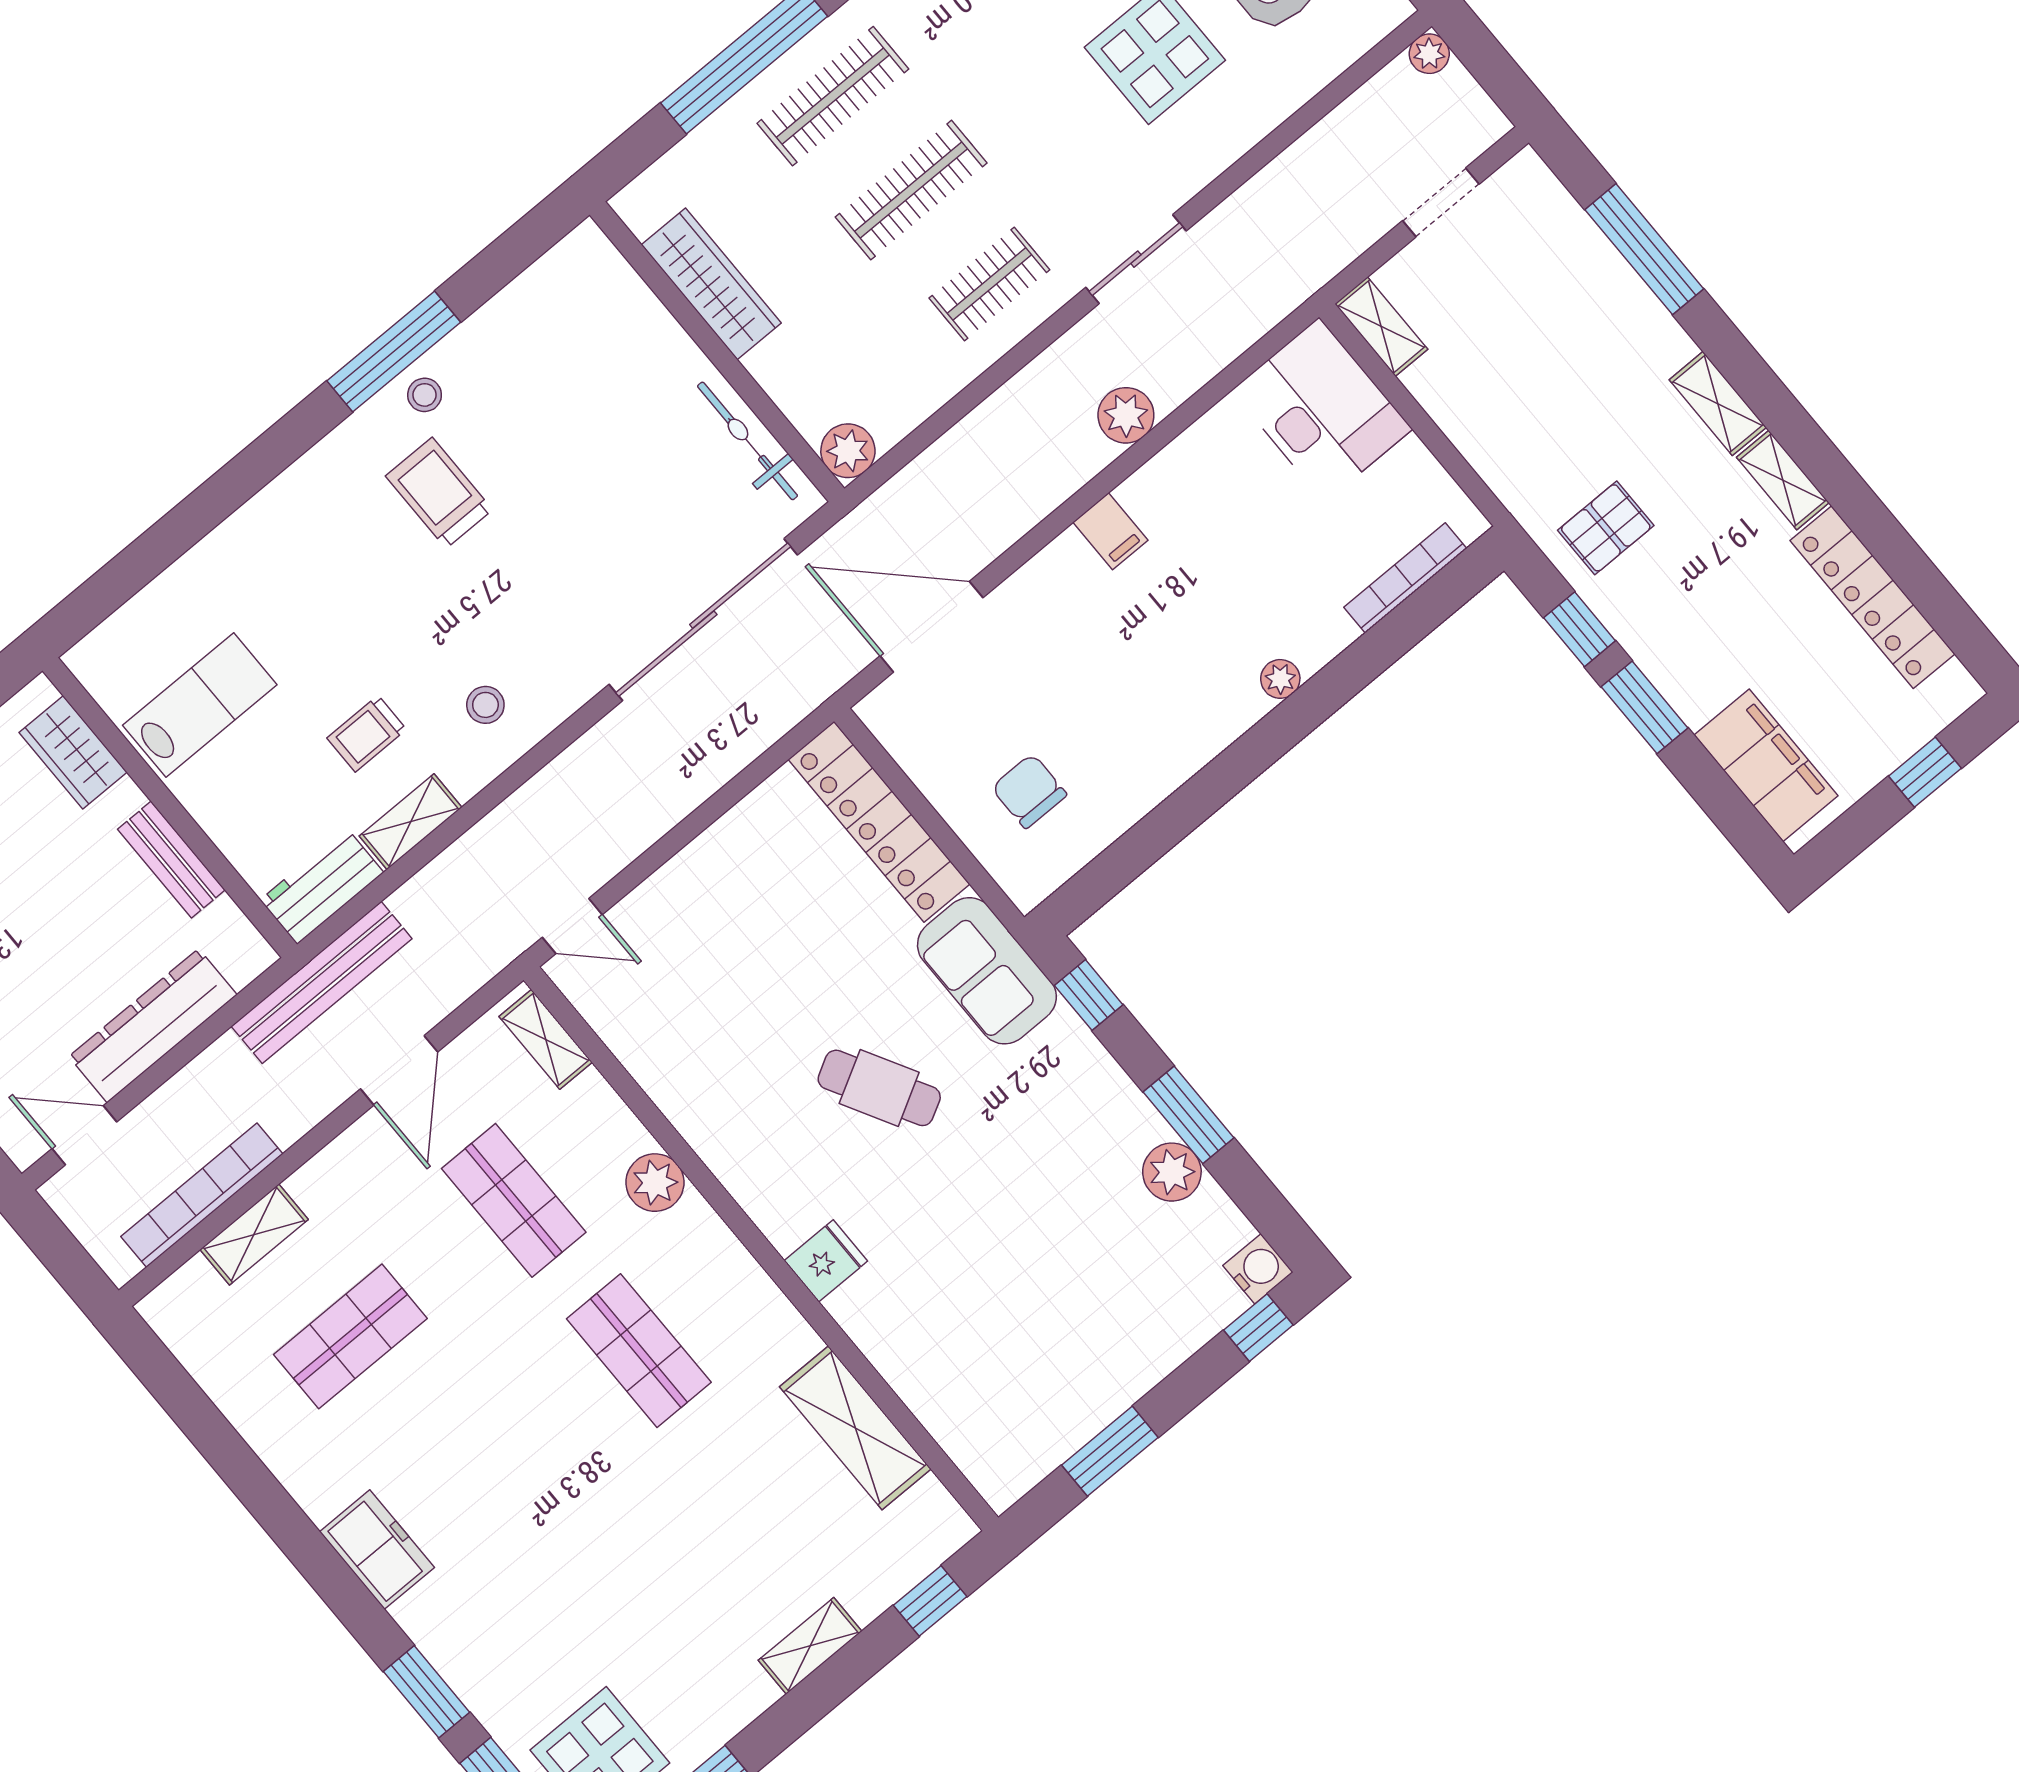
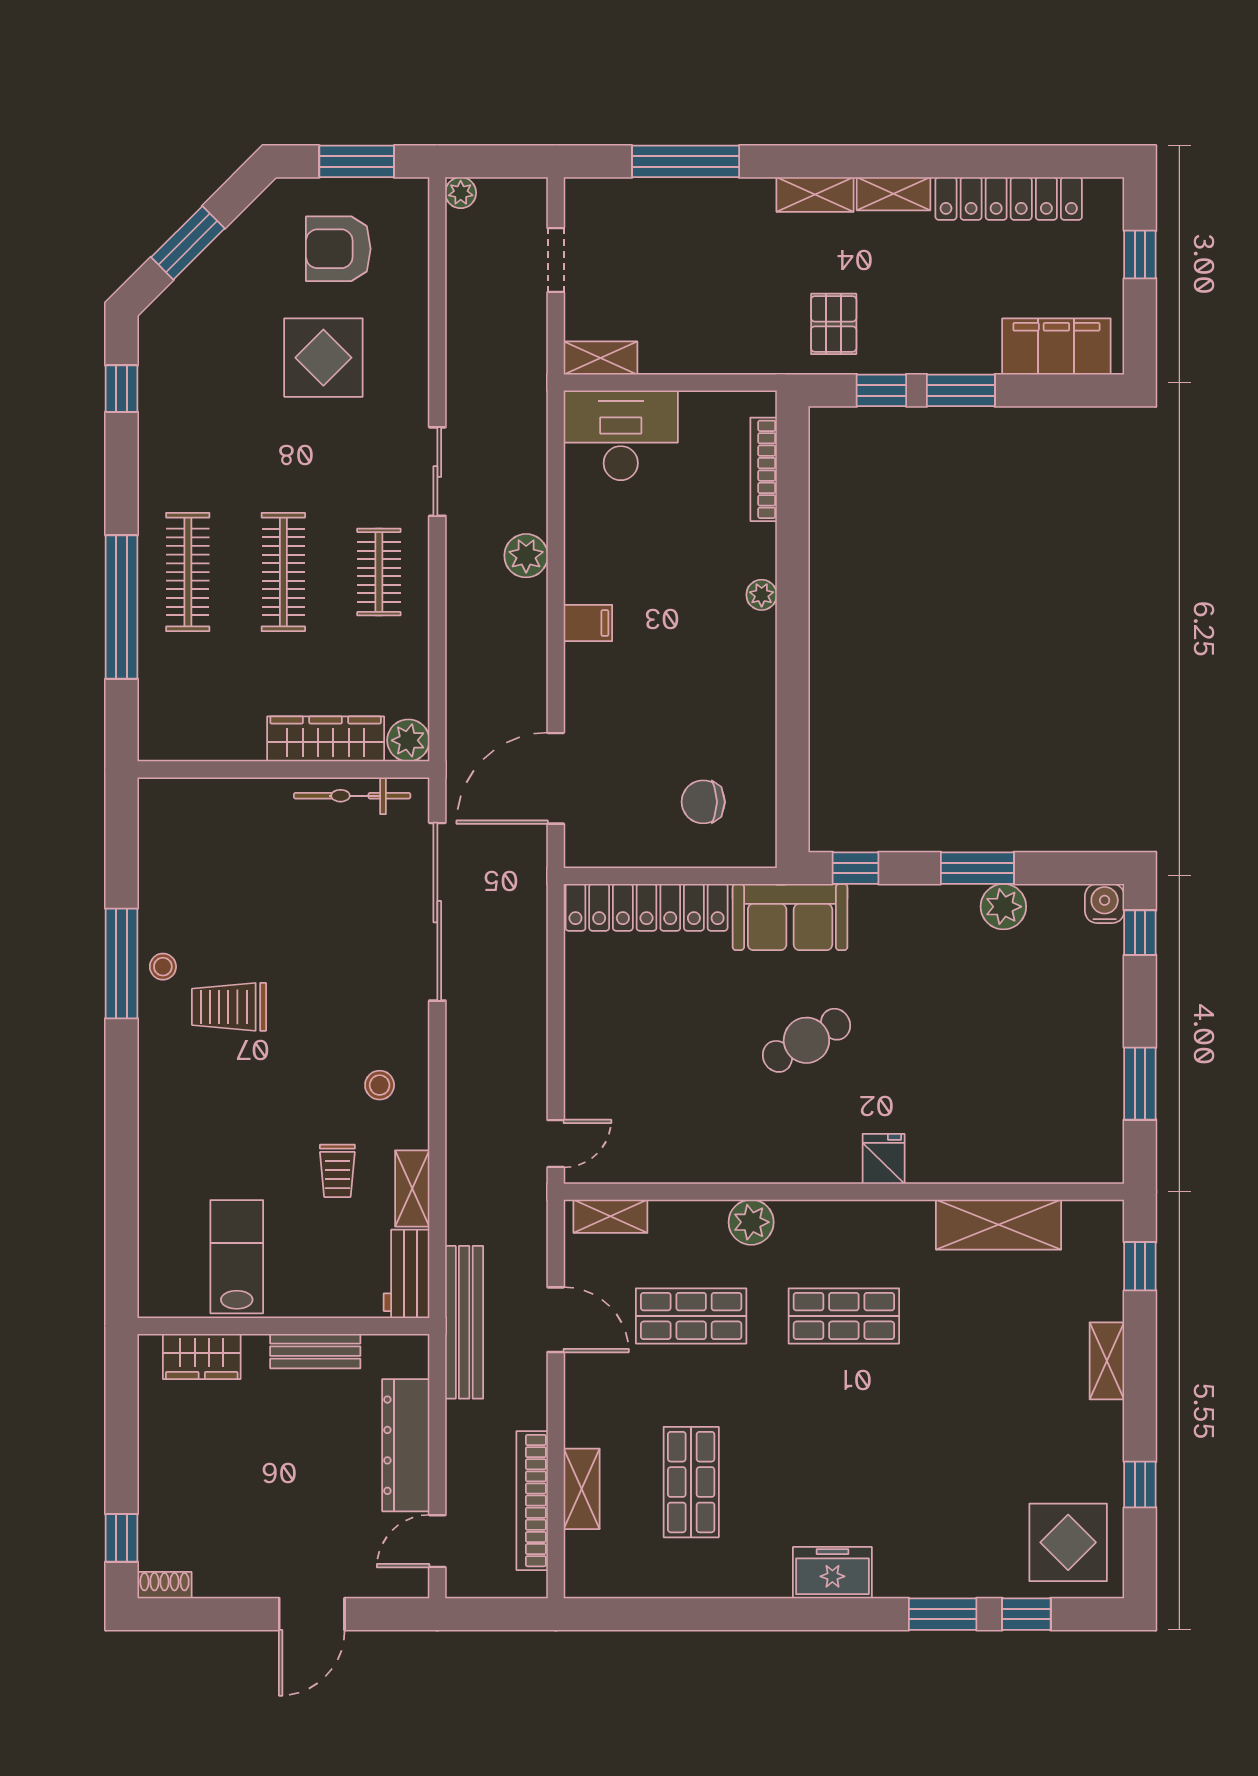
wardrobe: (711, 284) -> (326, 739), moved

